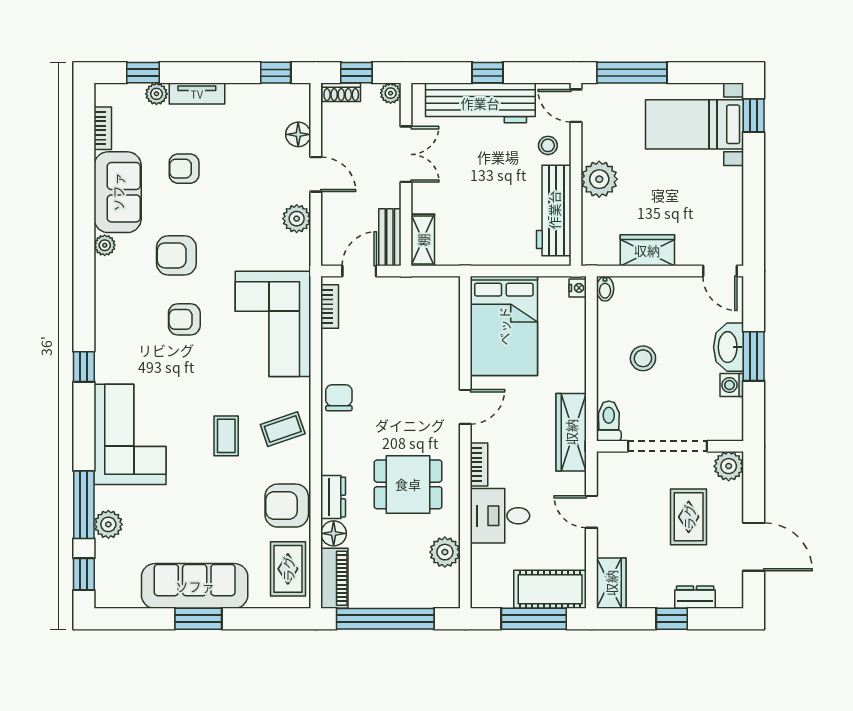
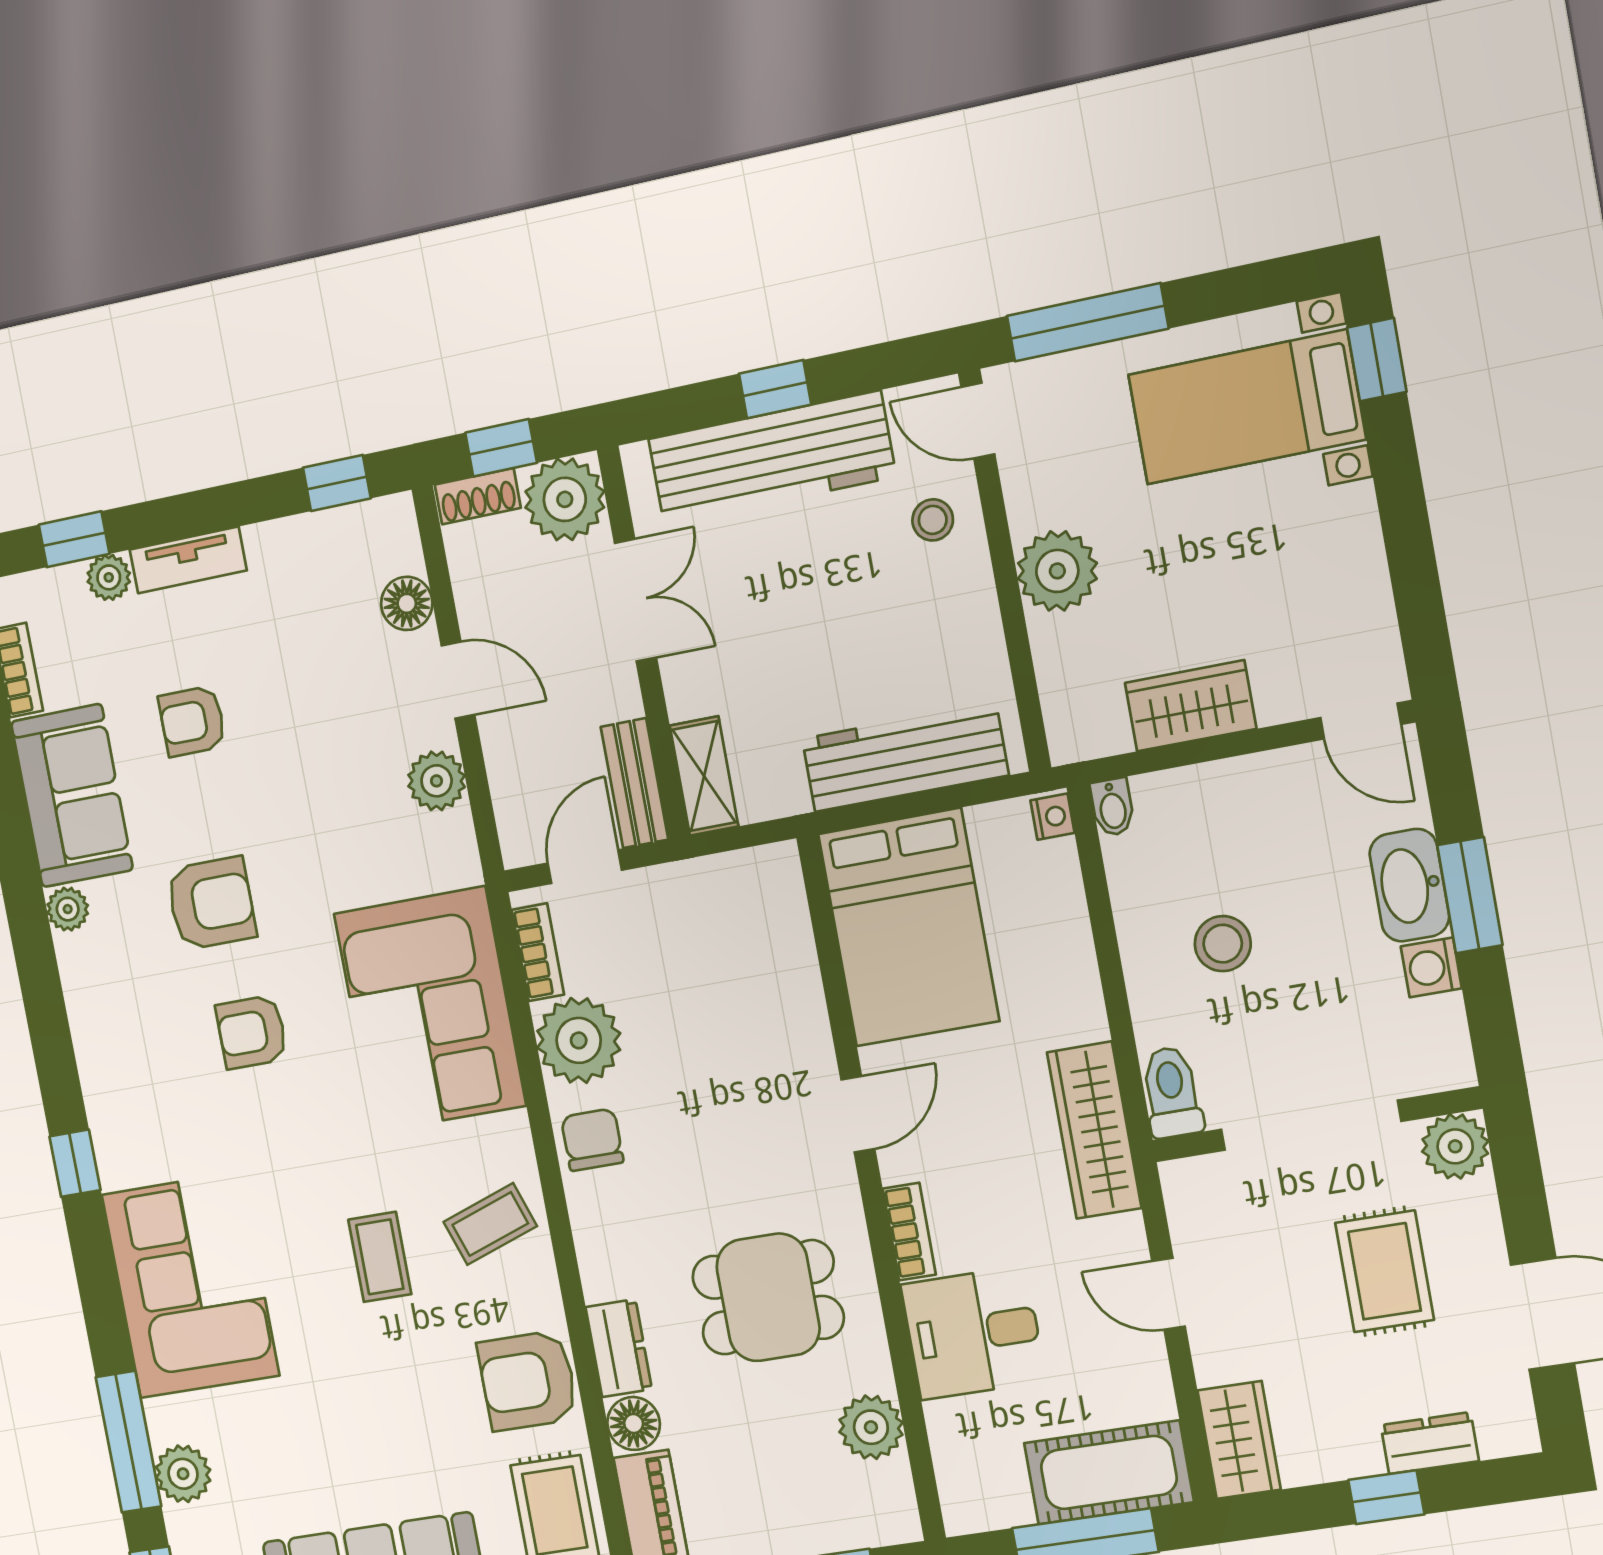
plant: (391, 93) -> (565, 499), width x1.88, depth x1.88
workbench: (554, 210) -> (905, 757), moved, turned 90
armchair: (176, 255) -> (211, 903), turned 180
plant: (341, 351) -> (579, 1040), added

